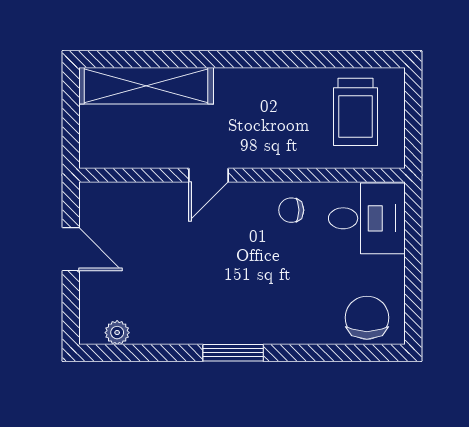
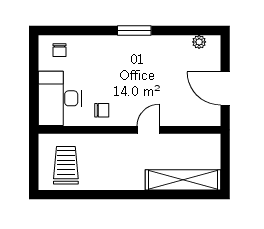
desk: (367, 218) -> (60, 98), width x1.37
door: (71, 249) -> (225, 88), width x1.38
chair: (367, 318) -> (60, 50), width x0.54, depth x0.54

